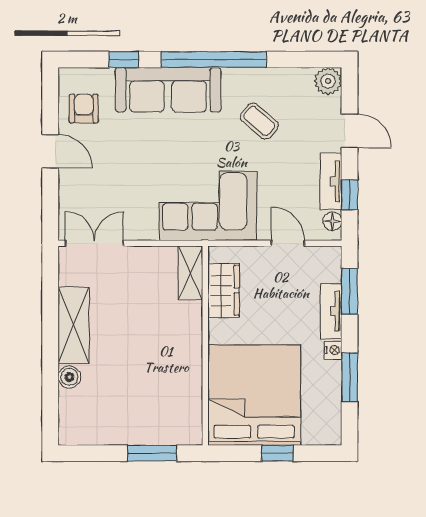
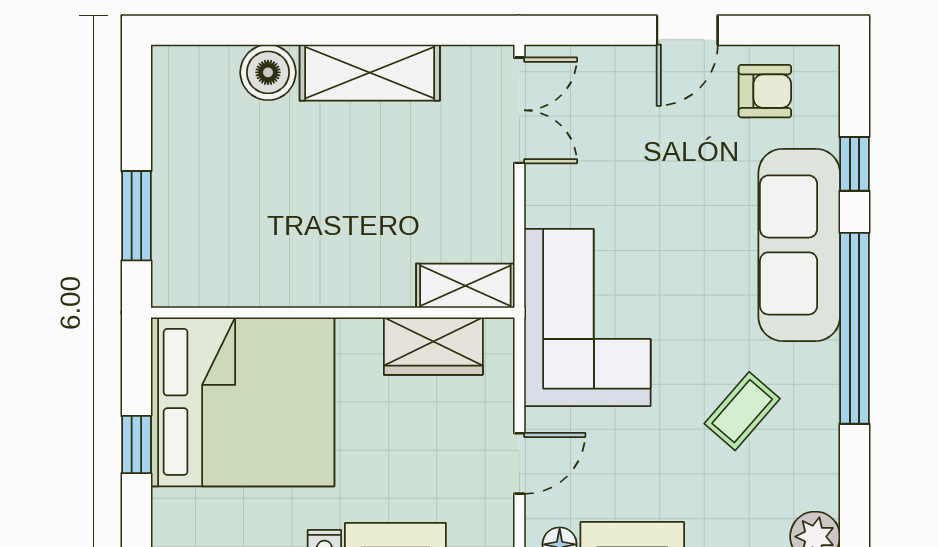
boiler: (69, 377) -> (268, 72), width x1.36, depth x1.36

